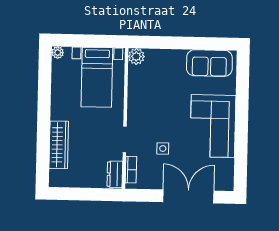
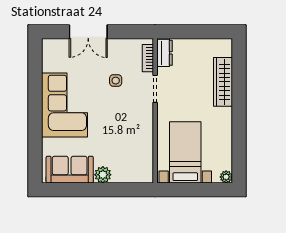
plant: (136, 56) -> (103, 175), moved
double door: (188, 196) -> (88, 32), width x0.73

